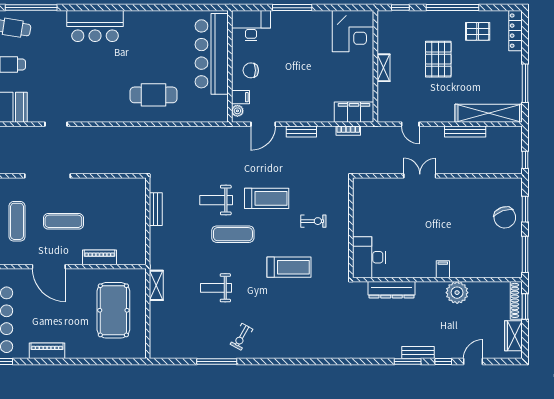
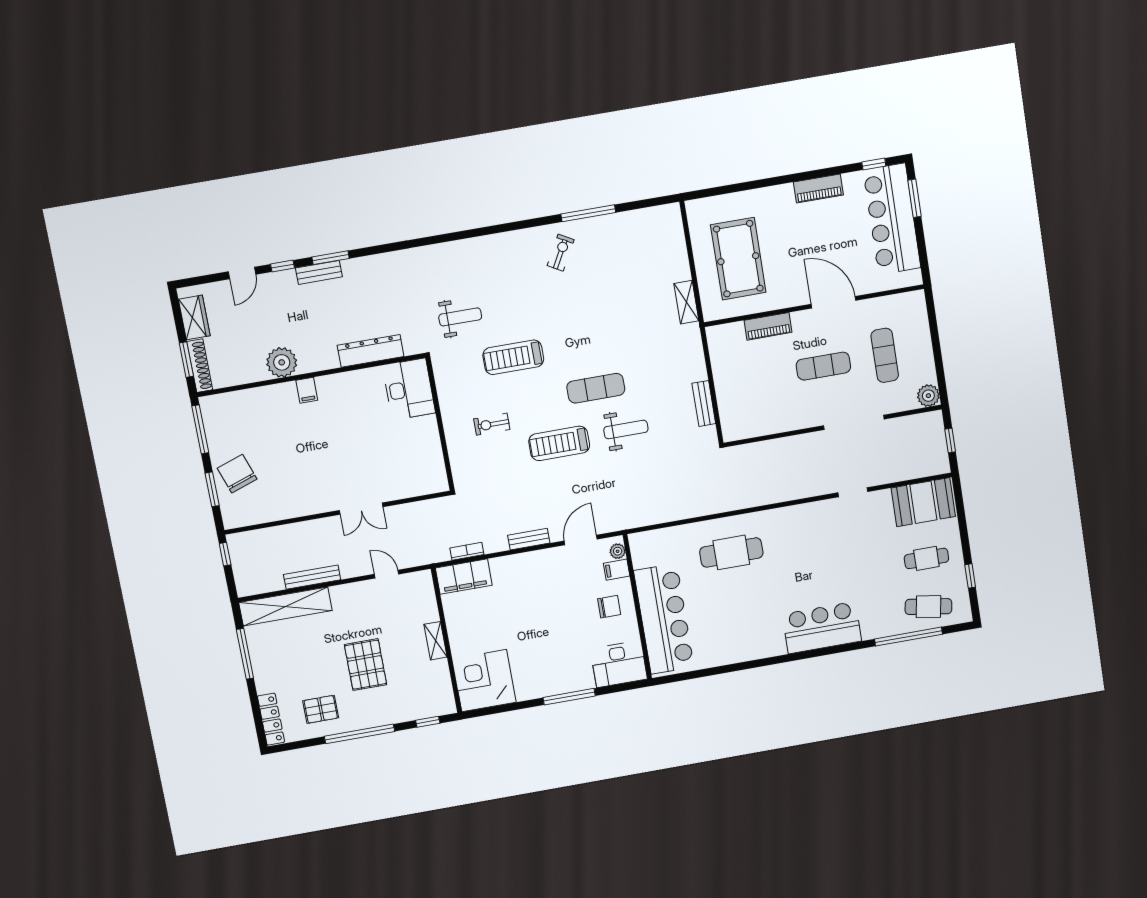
weight bench: (216, 288) -> (460, 317), moved

